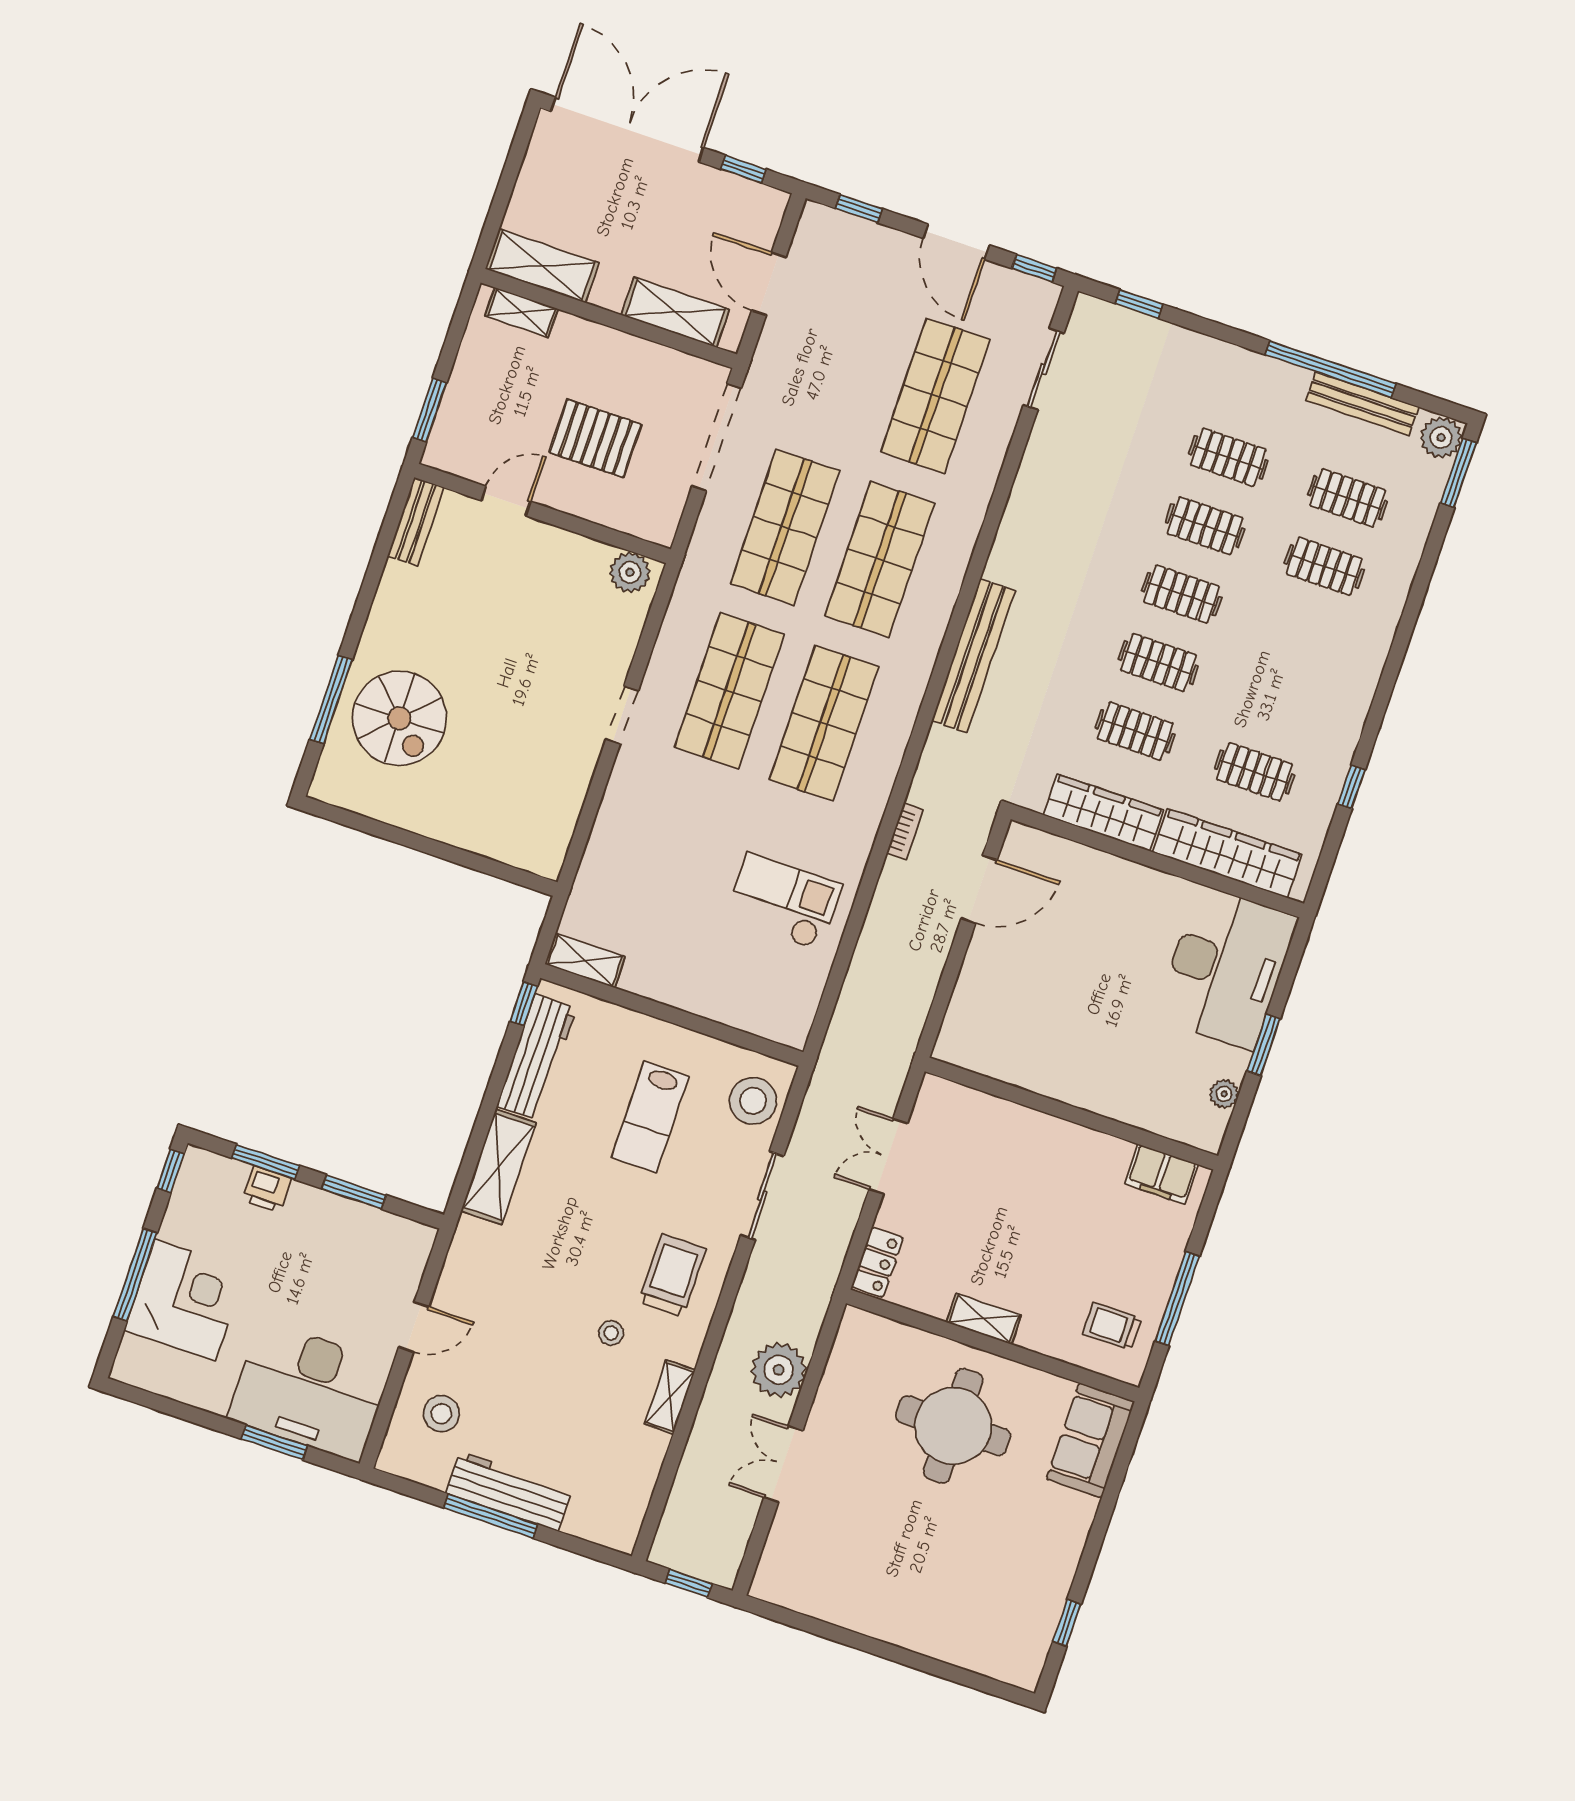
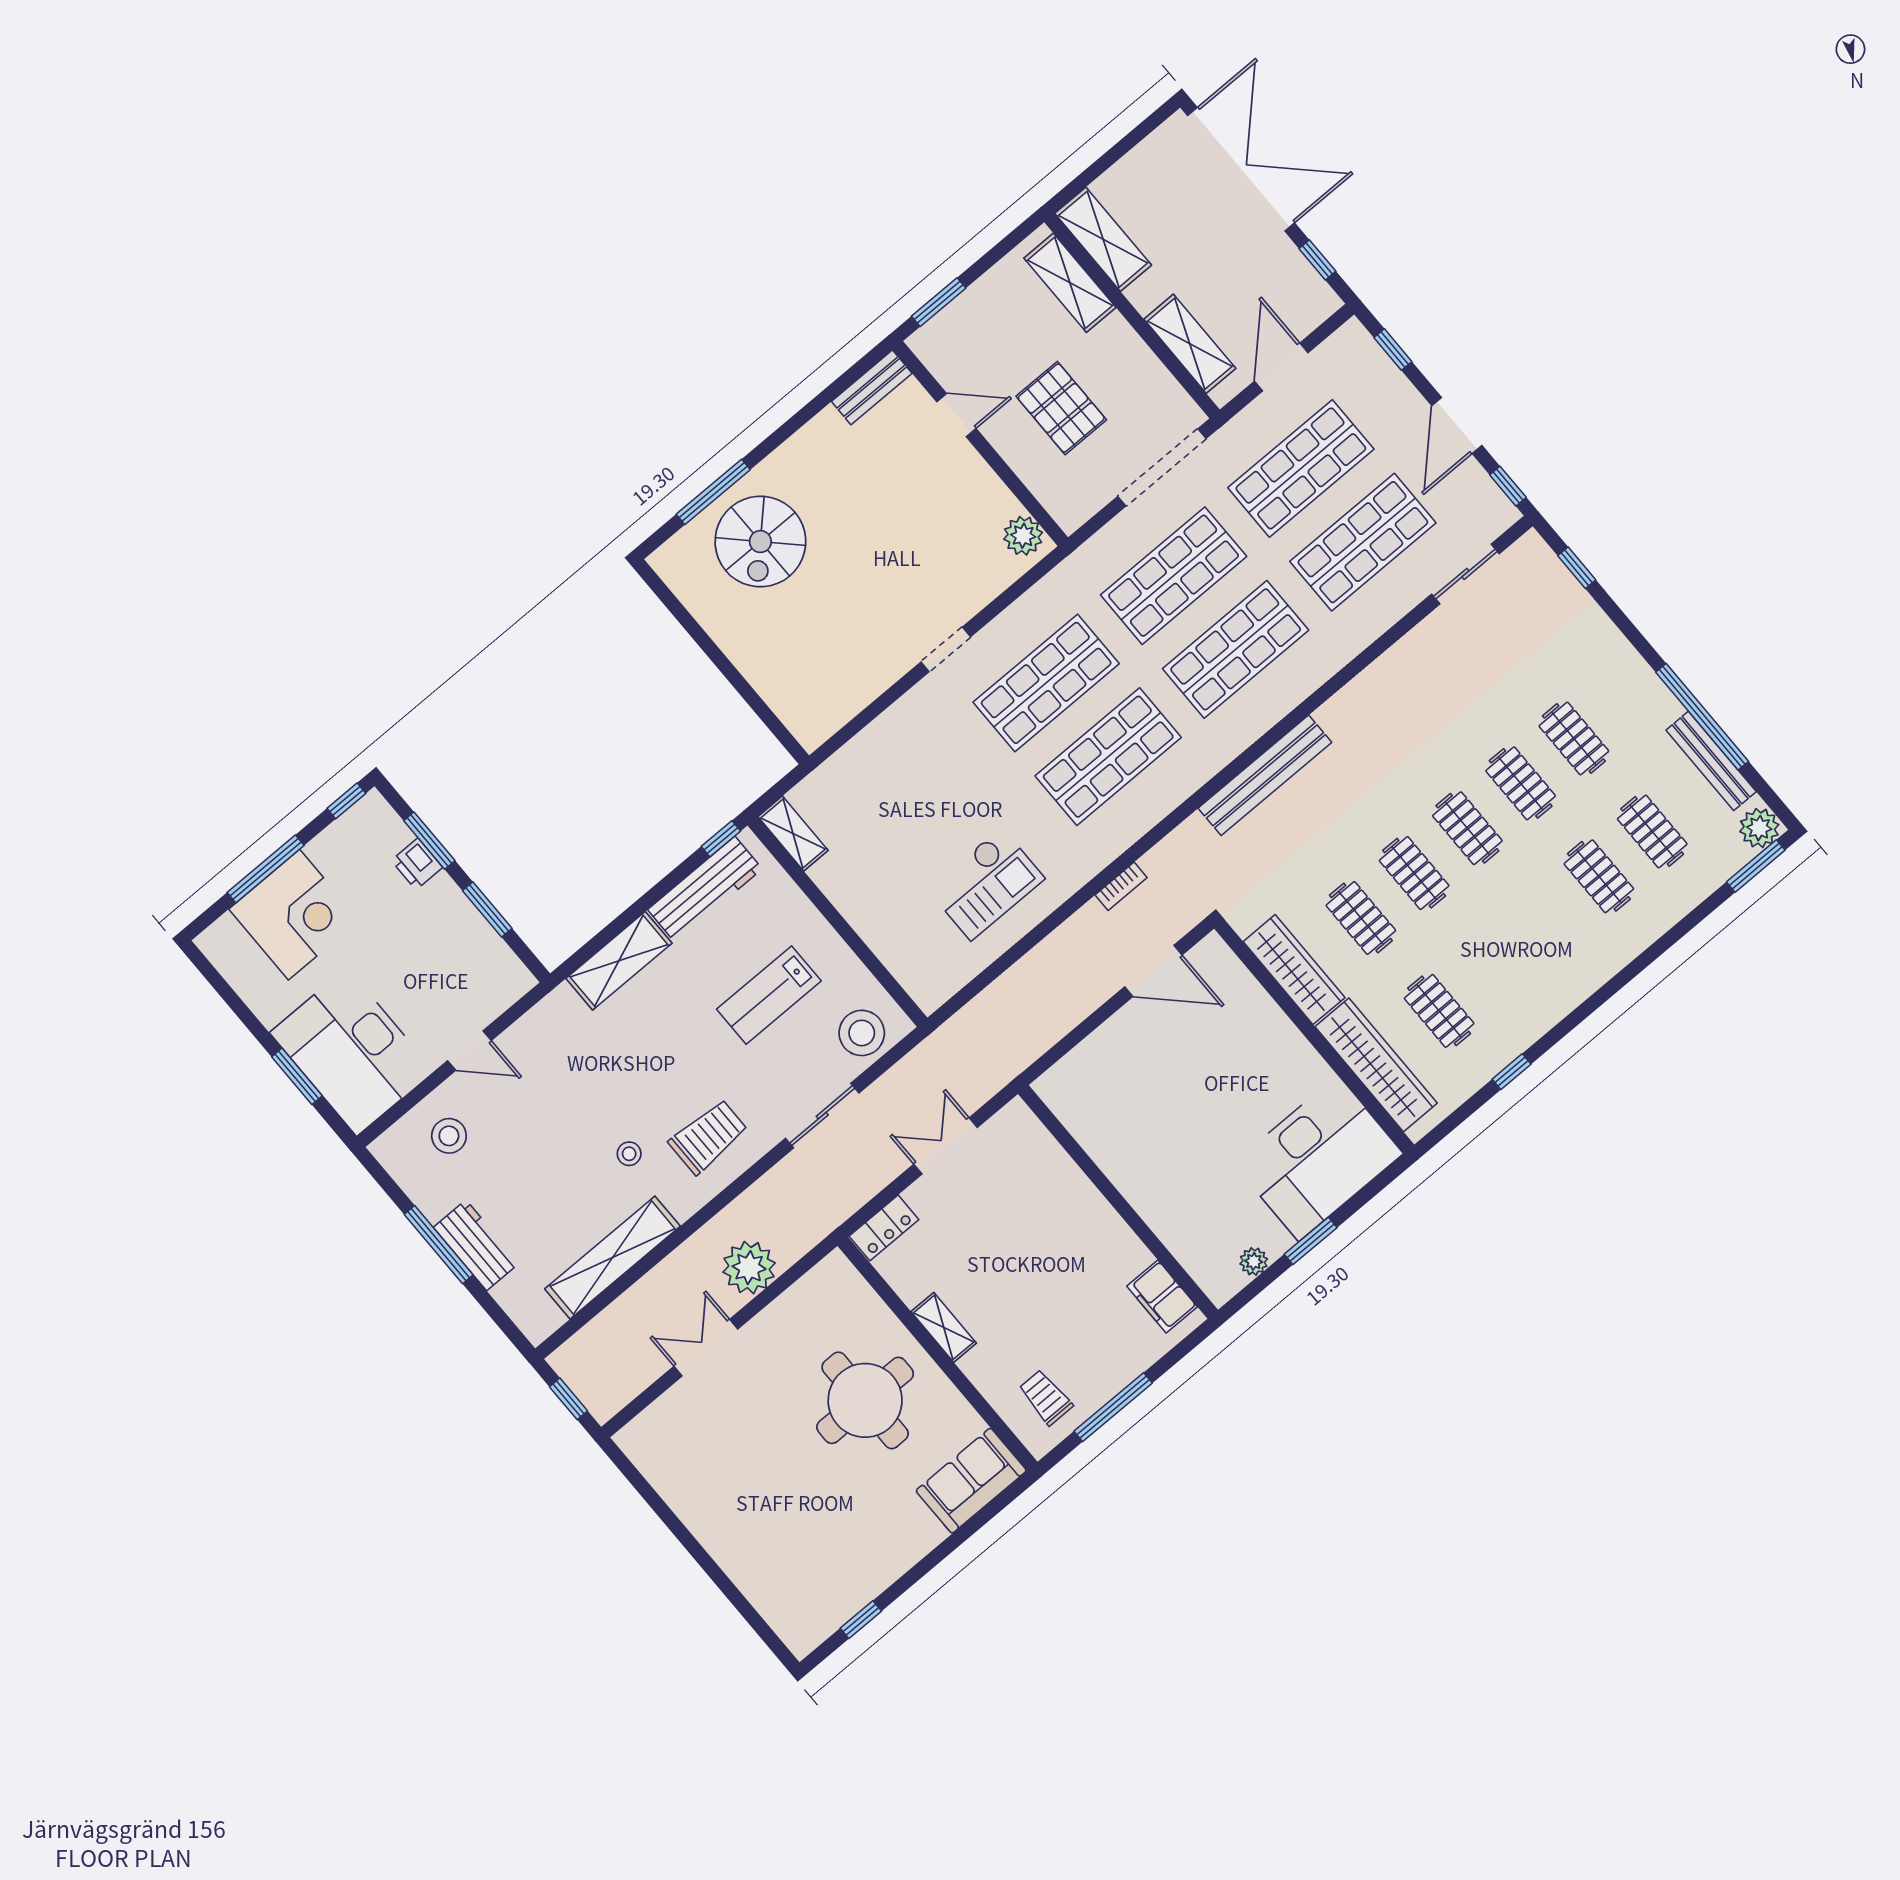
shelving: (522, 312) -> (1070, 283), width x1.50, depth x1.33
shop shelf: (841, 364) -> (1301, 468), added
checkout: (784, 902) -> (986, 884), turned 90
shelving: (670, 1397) -> (612, 1258), width x2.20, depth x1.33
workbench: (509, 1491) -> (476, 1245), width x0.73

